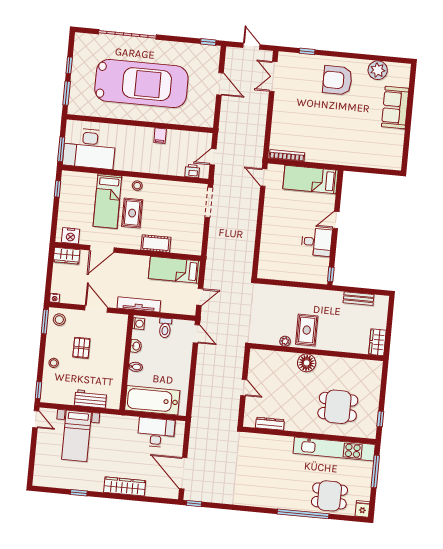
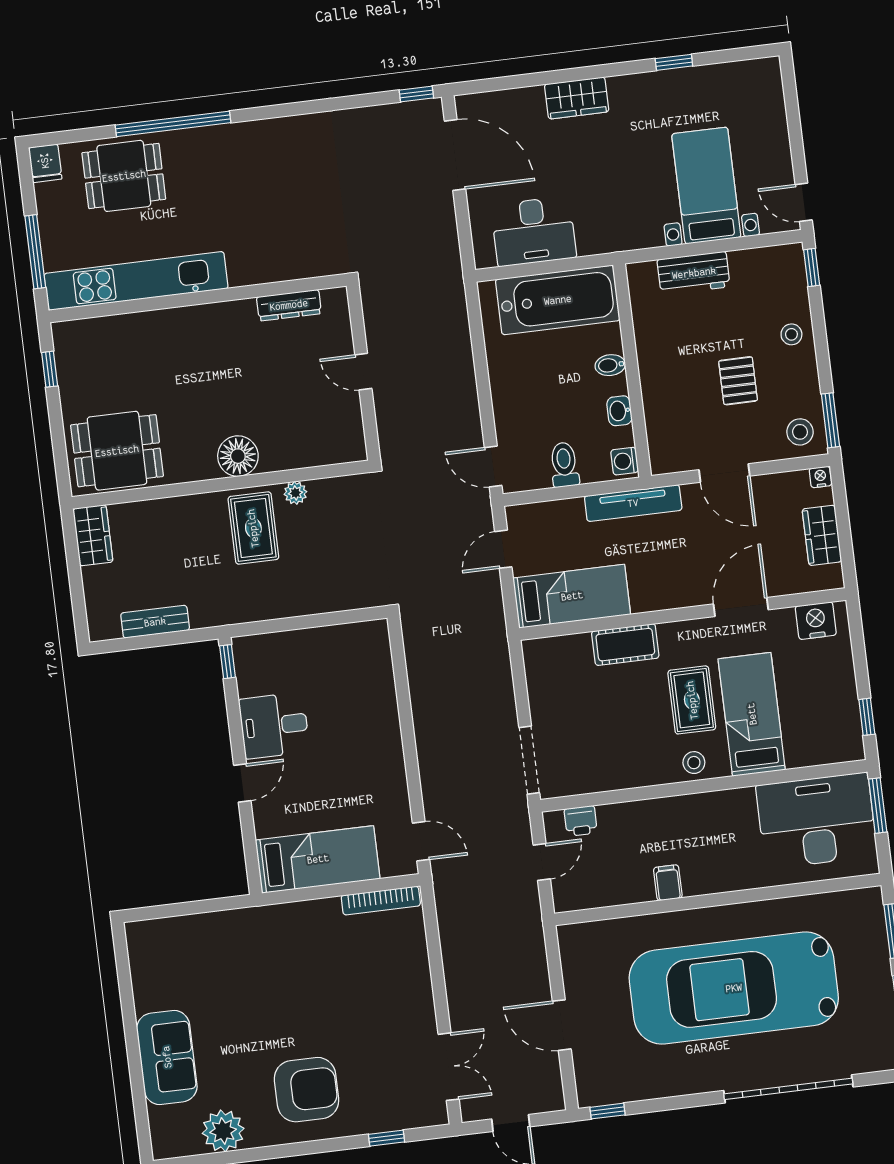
wardrobe: (67, 256) -> (822, 535), moved, turned -90
dining table: (338, 407) -> (117, 451), moved
wardrobe: (125, 486) -> (577, 98), width x0.67

